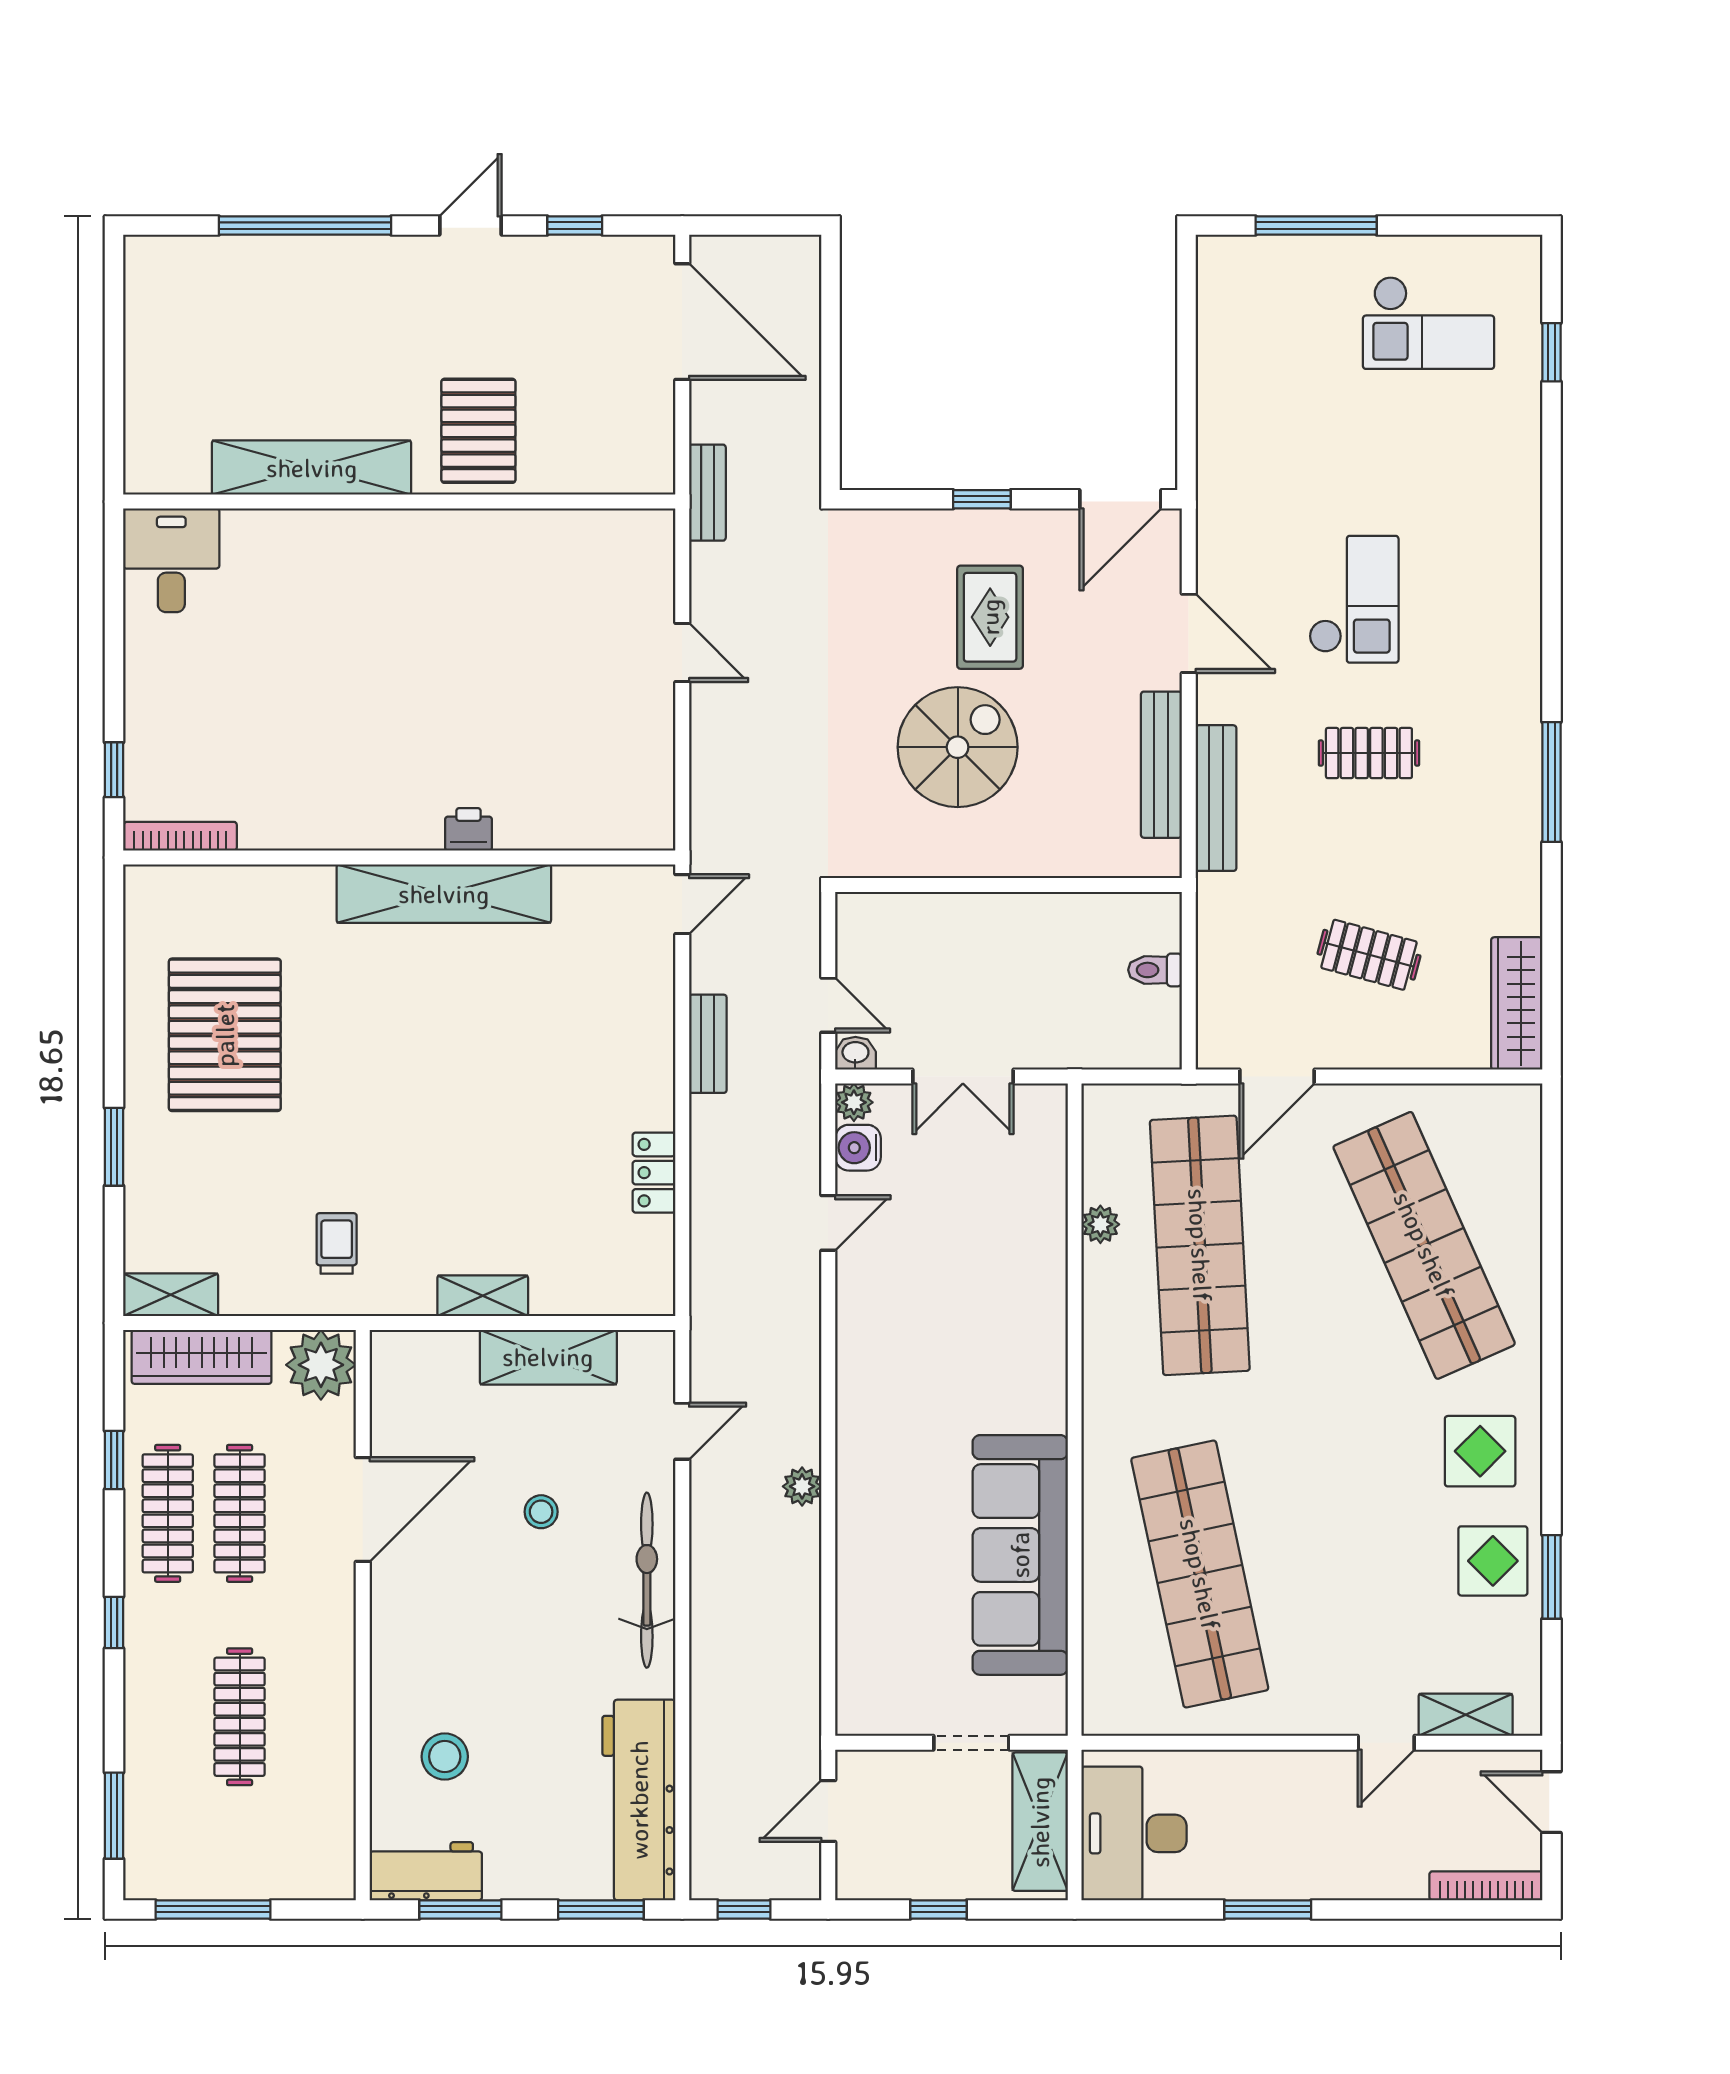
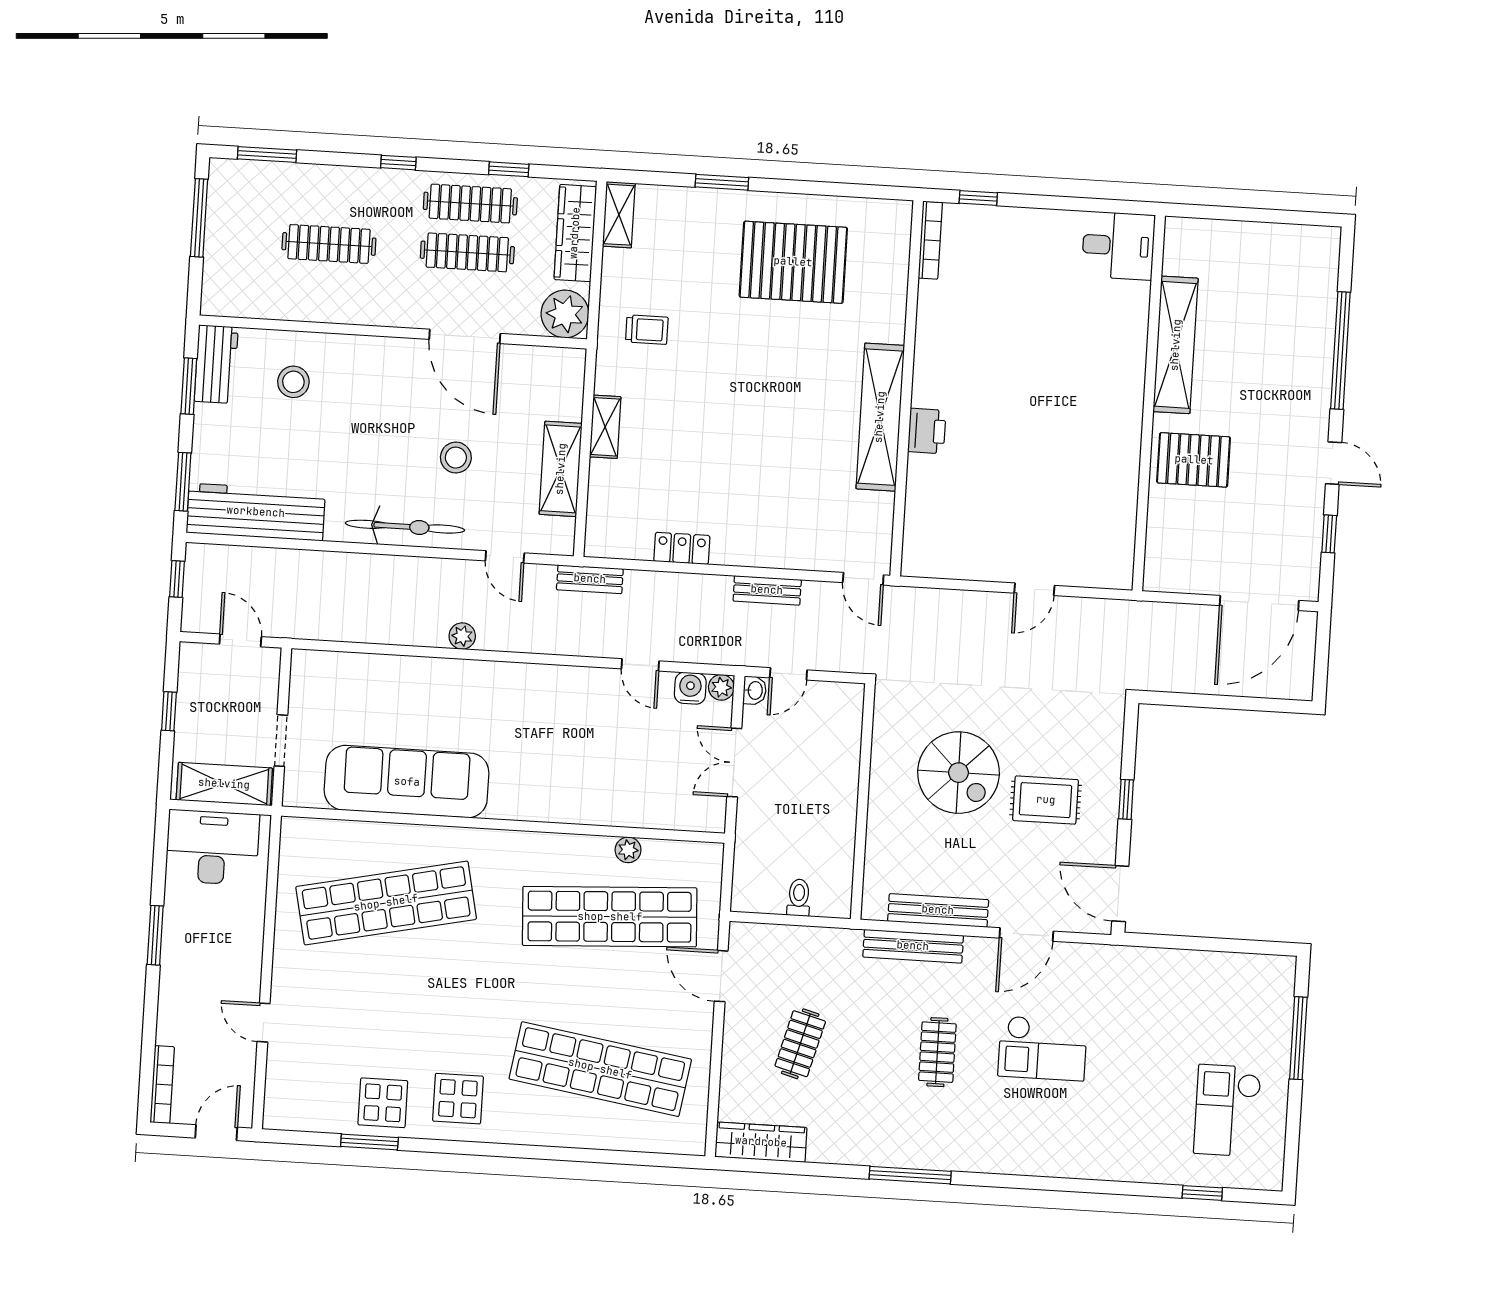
bench: (707, 493) -> (590, 579), moved
printer: (468, 829) -> (927, 431), width x1.36, depth x1.24
shop shelf: (1424, 1245) -> (600, 1069), turned 33
stool: (541, 1512) -> (456, 458), width x1.37, depth x1.37
shelving: (1466, 1715) -> (279, 1078), removed

